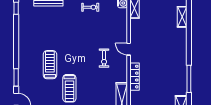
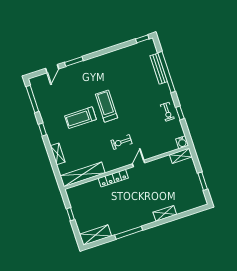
shelving: (182, 17) -> (165, 213), moved
treadmill: (50, 65) -> (106, 106), moved, turned -90

